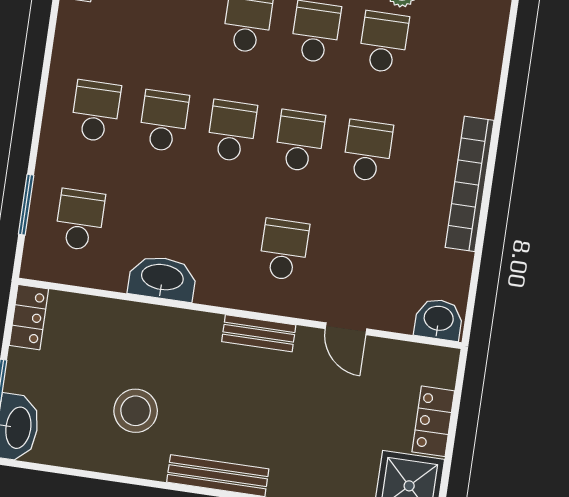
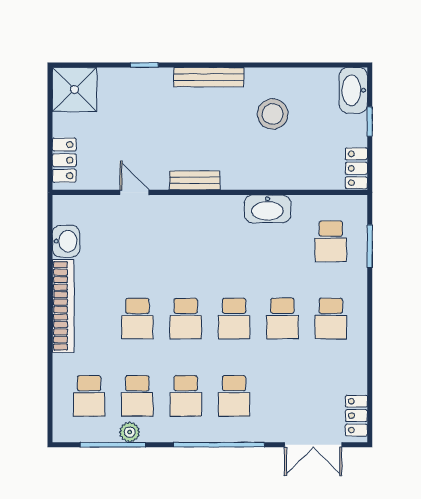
school desk: (284, 250) -> (89, 396), moved
washbasin: (439, 319) -> (66, 241), moved, turned -90
locker: (433, 421) -> (64, 160), moved

